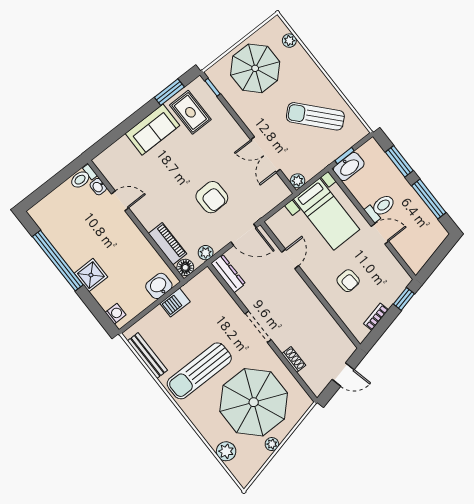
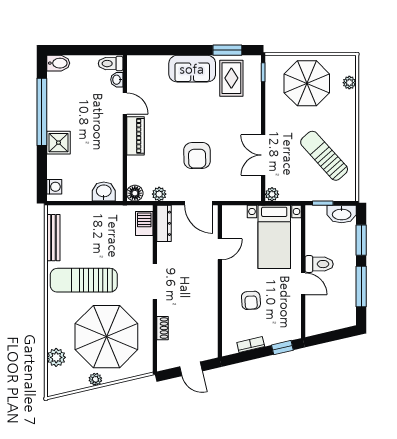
washbasin: (349, 167) -> (342, 214), moved
bidet: (40, 210) -> (58, 63), added
piano: (167, 244) -> (135, 136), moved
barbecue: (175, 302) -> (144, 224), moved, turned 90

